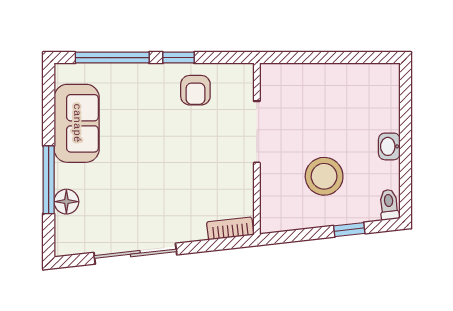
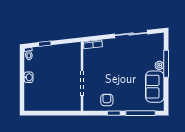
plant: (65, 176) -> (159, 65), added
stool: (324, 176) -> (55, 65), removed
floor lamp: (66, 202) -> (159, 55), removed

